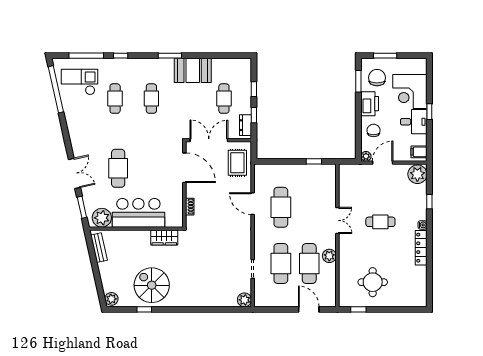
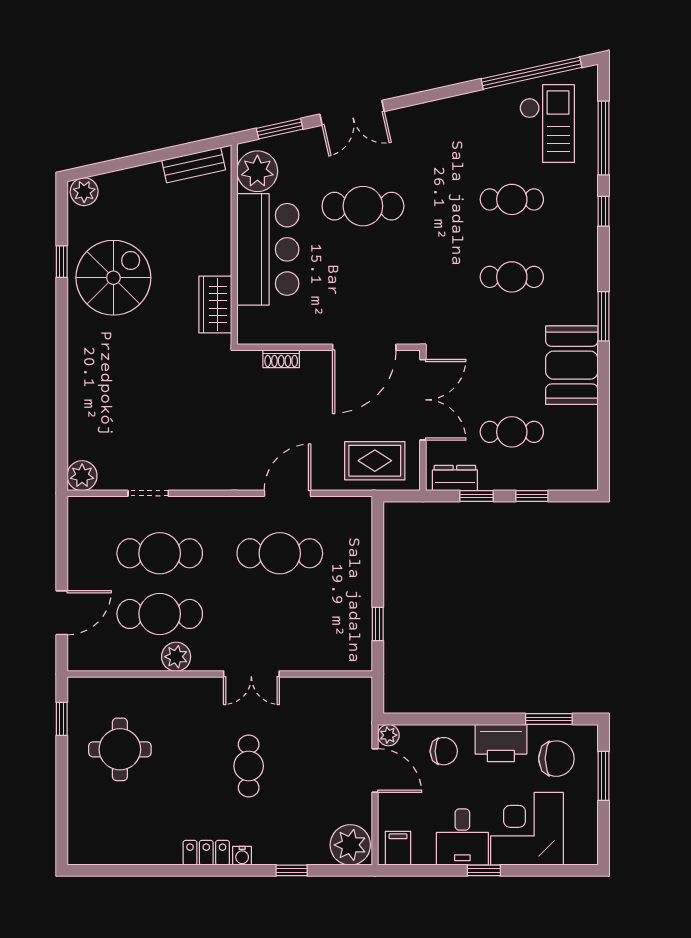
locker: (421, 248) -> (206, 853), width x0.66

